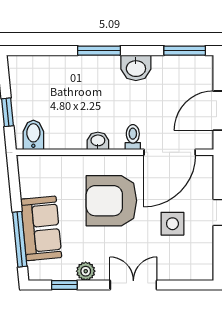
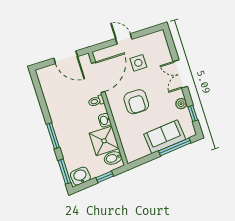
window: (185, 51) -> (64, 172), moved
washbasin: (136, 68) -> (80, 176), moved, turned -96
shower: (65, 130) -> (104, 141), added
door: (170, 152) -> (98, 77), hinge flipped
armchair: (111, 201) -> (136, 102), width x0.73, depth x0.73

